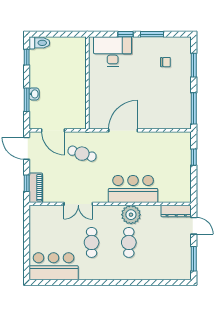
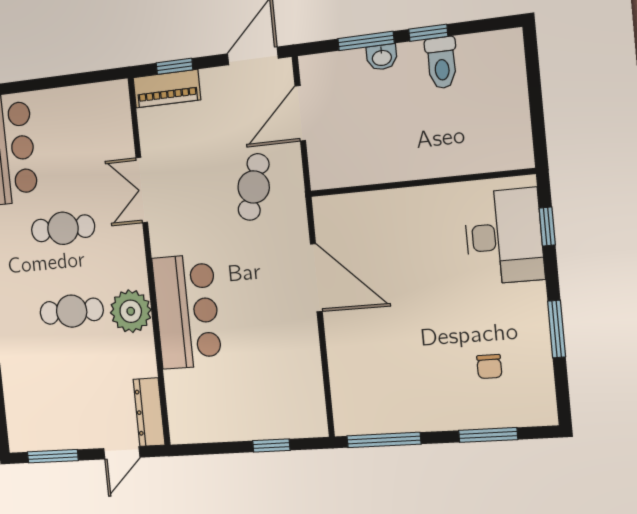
window: (126, 34) -> (547, 226), moved
toilet: (39, 43) -> (442, 63), moved
window: (27, 57) -> (428, 33), moved

